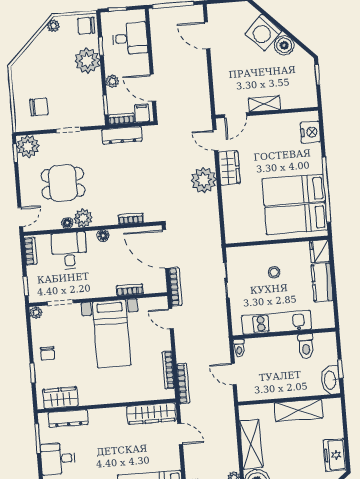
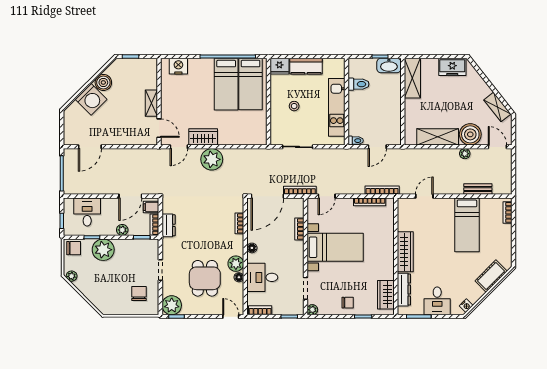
chair: (86, 26) -> (74, 248), turned -90
dresser: (122, 135) -> (169, 225), width x0.70
shelving: (299, 410) -> (412, 78), moved
wardrobe: (151, 414) -> (405, 252), moved

